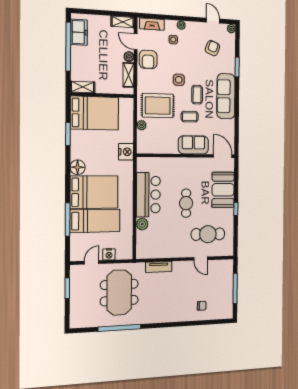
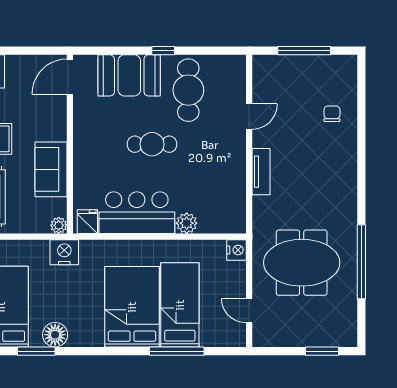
plant: (142, 125) -> (59, 225), moved
sofa: (193, 145) -> (51, 169), moved
fridge: (143, 166) -> (87, 222), added
floor lamp: (78, 167) -> (55, 335), moved
cafe table: (208, 234) -> (188, 90), moved
nightstand: (109, 254) -> (237, 250), moved
tv unit: (159, 267) -> (261, 172), moved
window: (67, 288) -> (322, 351), moved

